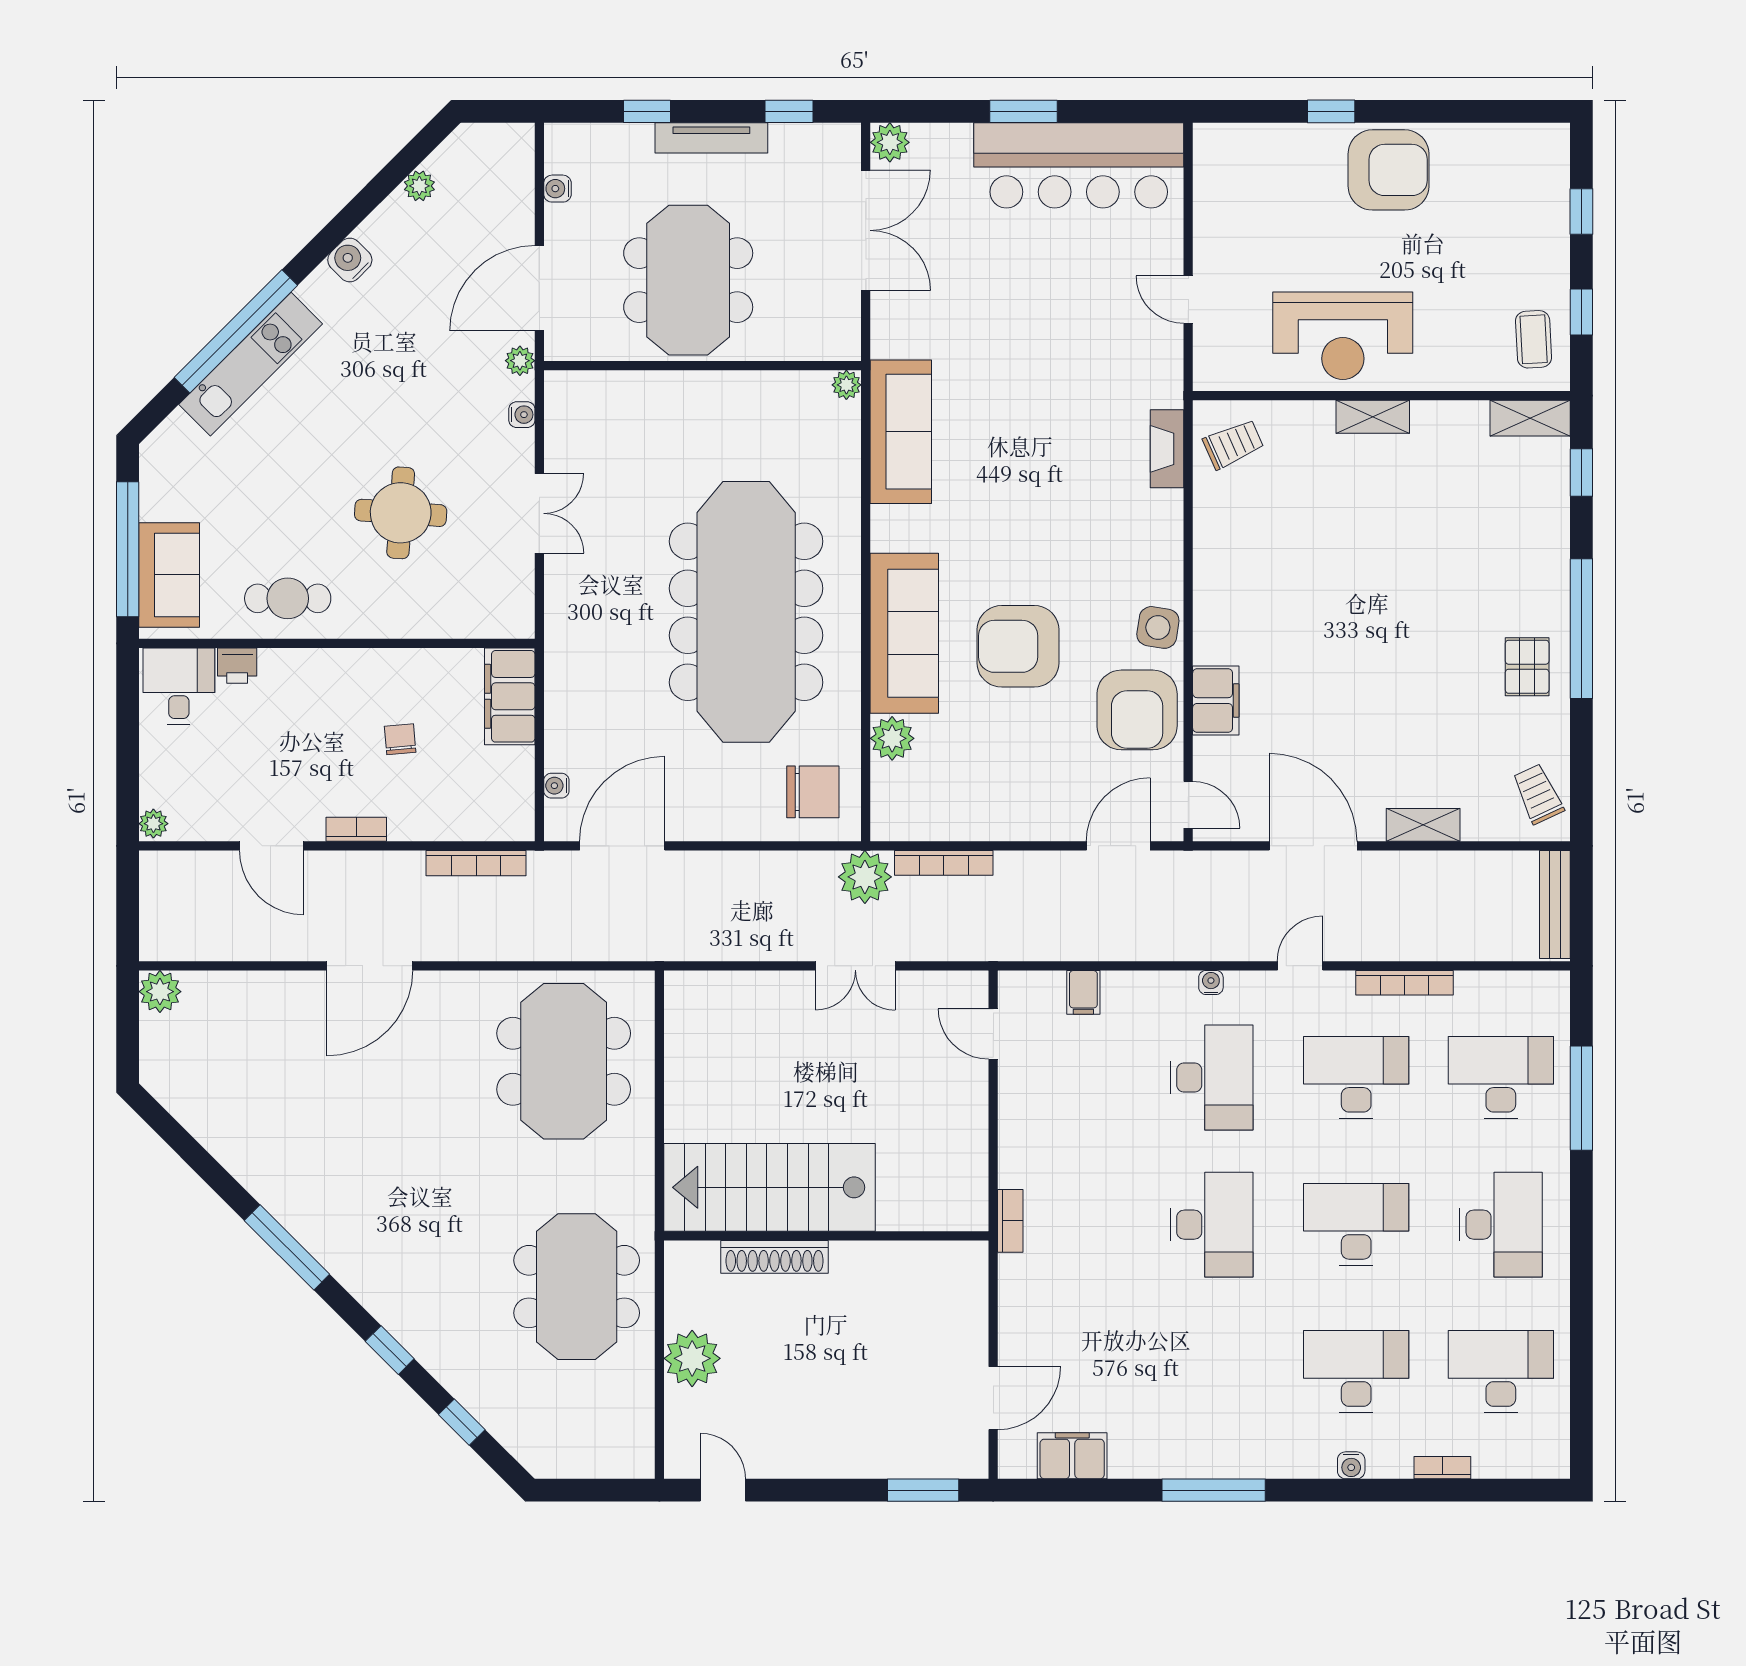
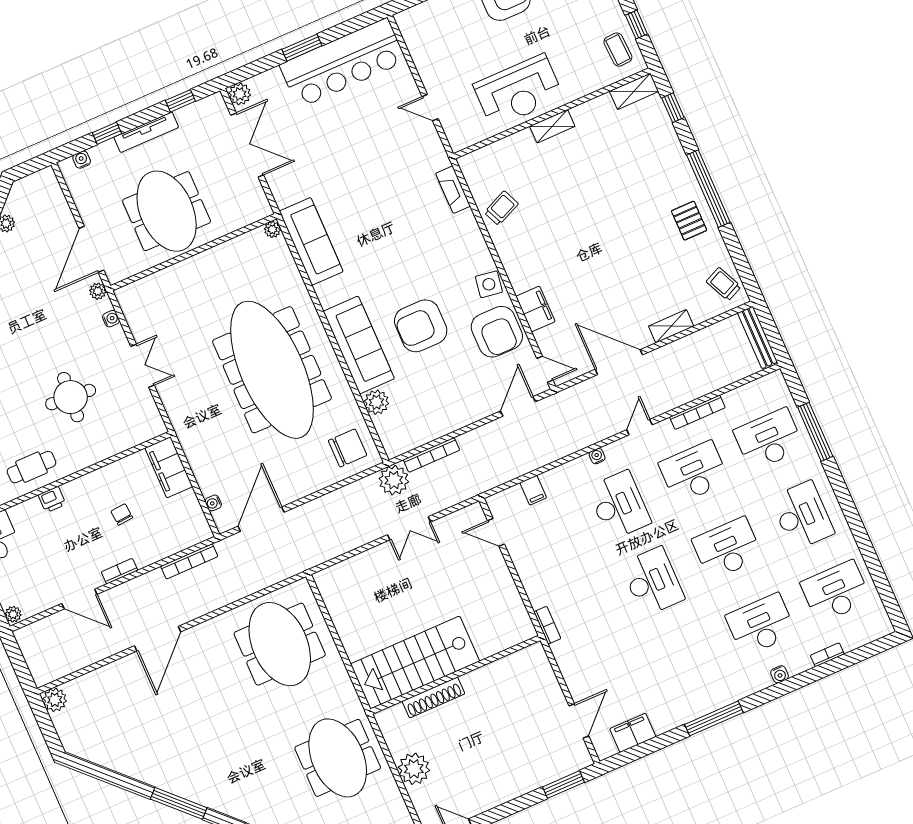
water cooler: (557, 189) -> (82, 160), moved, turned 90
trolley: (1233, 444) -> (501, 208), moved
printer: (237, 666) -> (52, 500), moved

